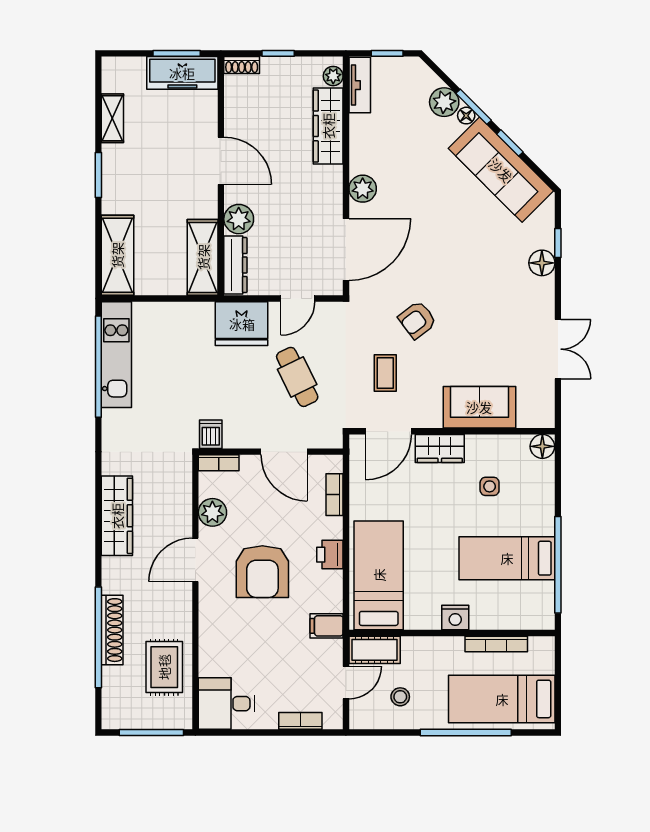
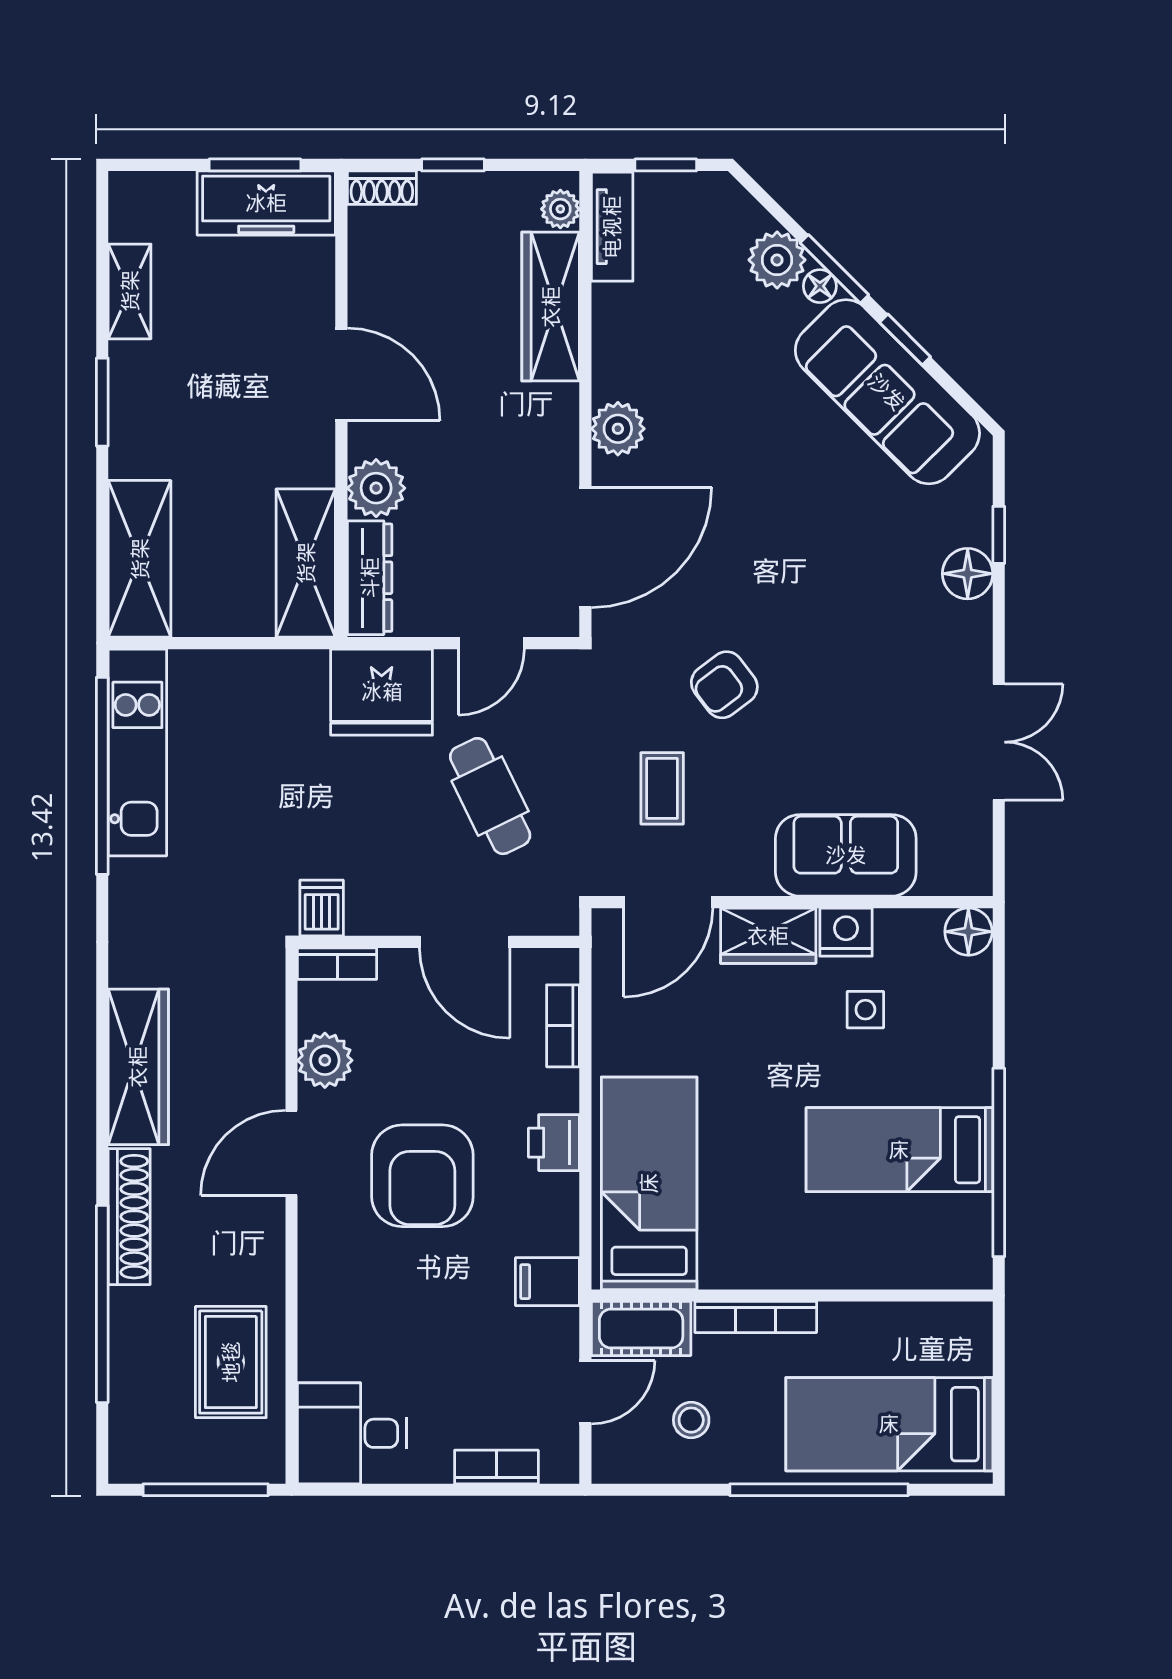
nightstand: (455, 618) -> (846, 932), moved, turned 180
shoe rack: (112, 630) -> (129, 1217), moved
bookcase: (496, 644) -> (756, 1317), moved

